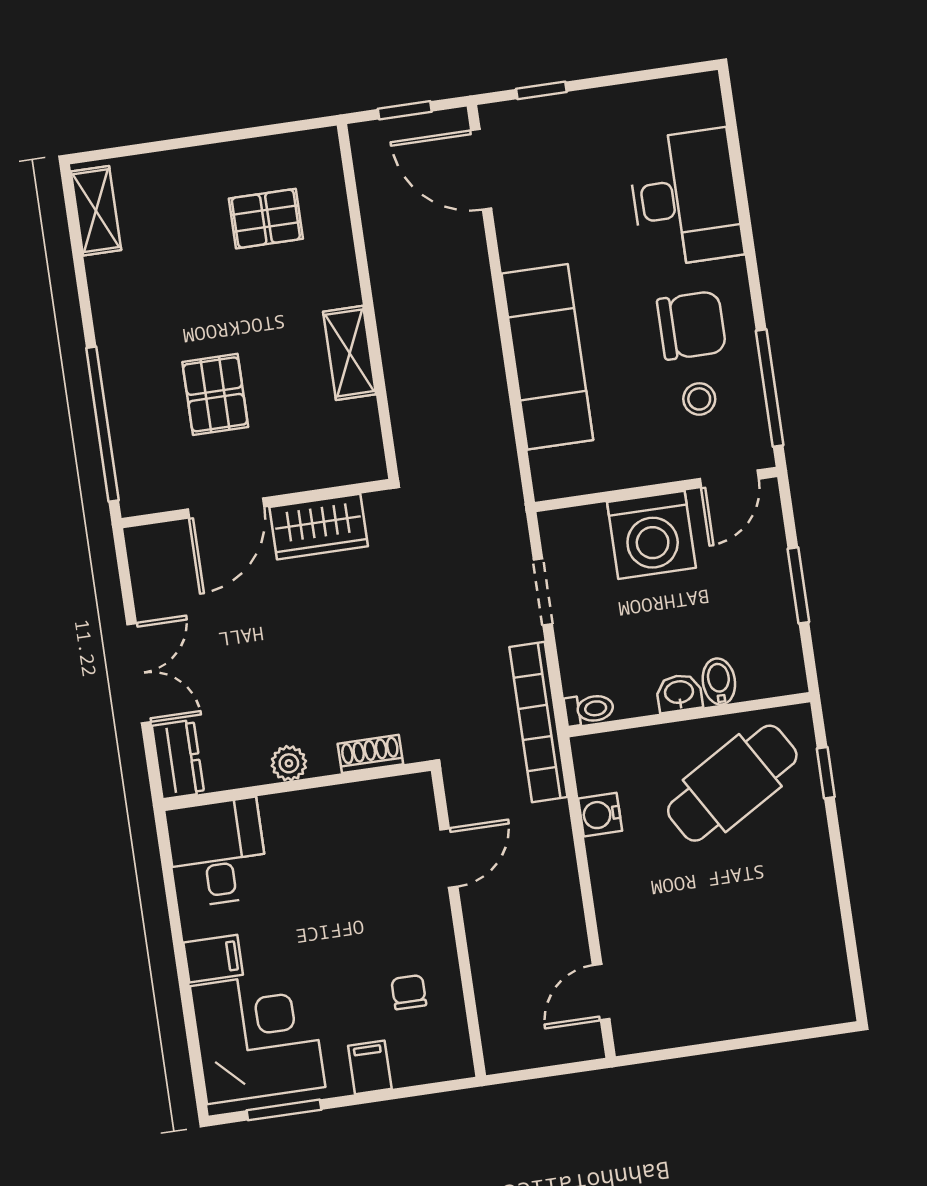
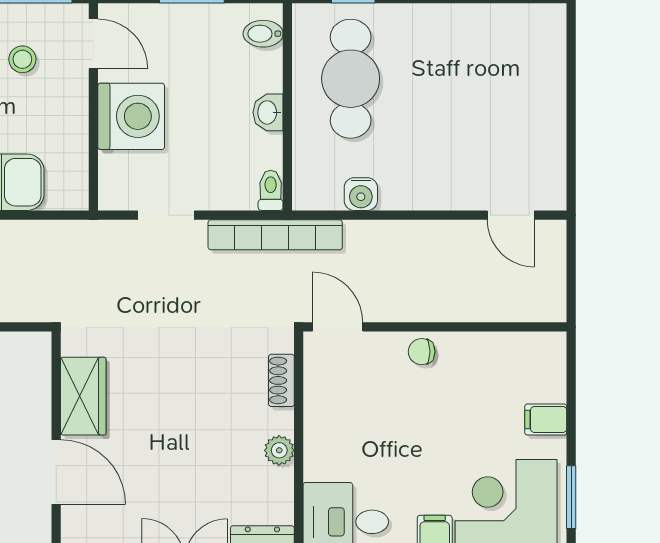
bidet: (719, 681) -> (263, 34), moved
cafe table: (732, 783) -> (351, 79), turned 31
door: (449, 858) -> (338, 327), moved
chair: (409, 992) -> (422, 352), moved

